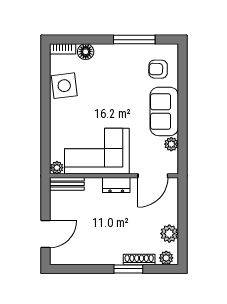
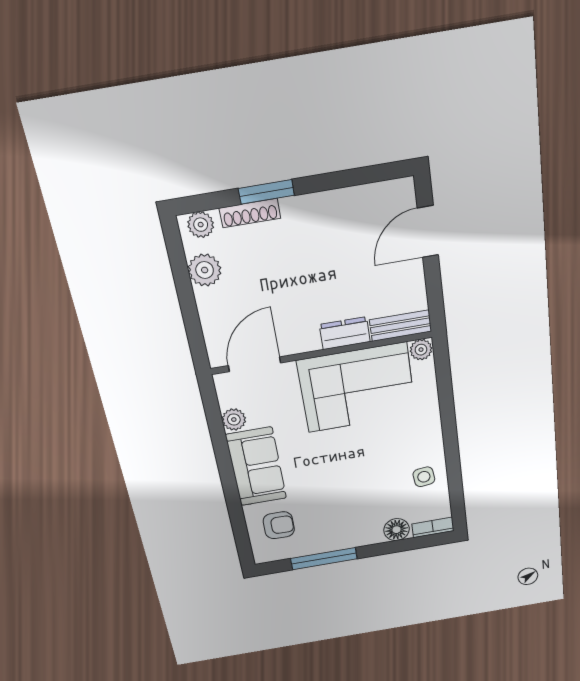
side table: (64, 86) -> (424, 477), width x0.54, depth x0.54
dresser: (116, 185) -> (345, 333), moved

